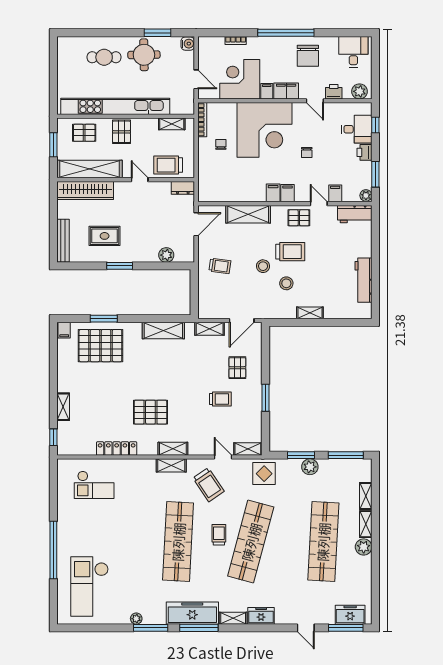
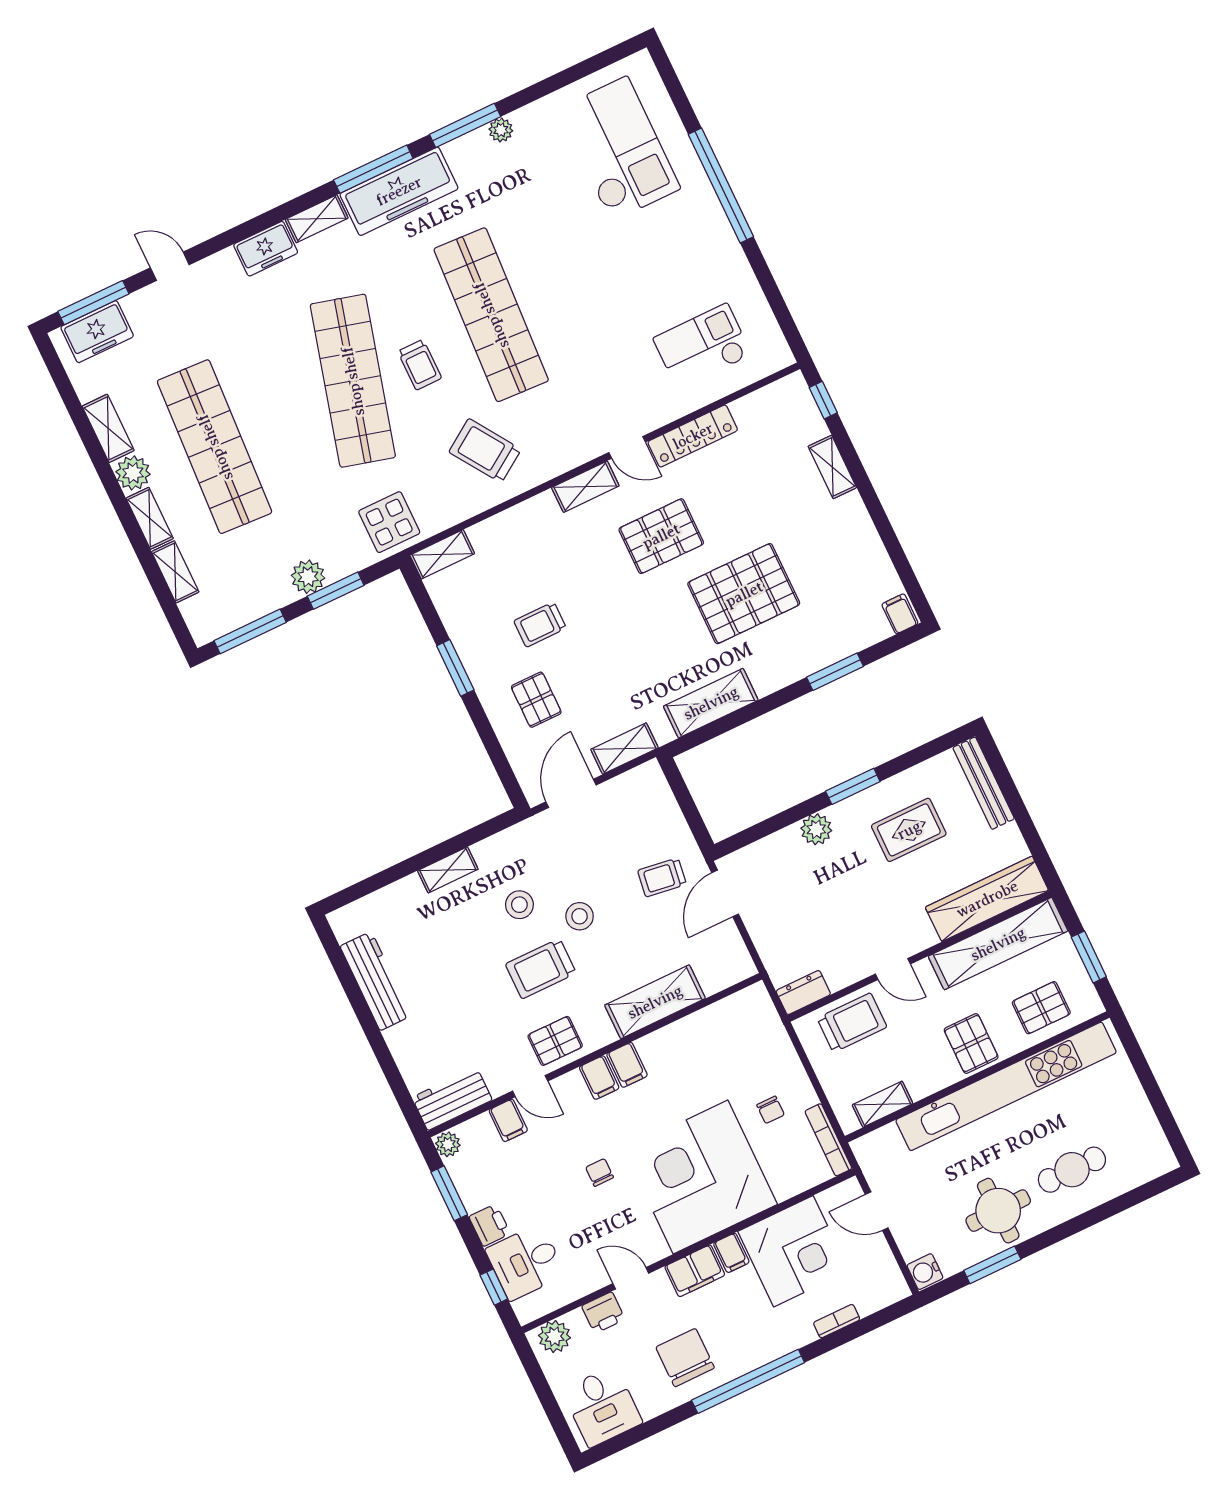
door: (196, 224) -> (725, 893), moved
plant: (166, 255) -> (816, 829), moved
pallet: (100, 346) -> (744, 594), moved
door: (223, 457) -> (627, 447), moved
shelving: (171, 465) -> (108, 428), moved, turned 90

